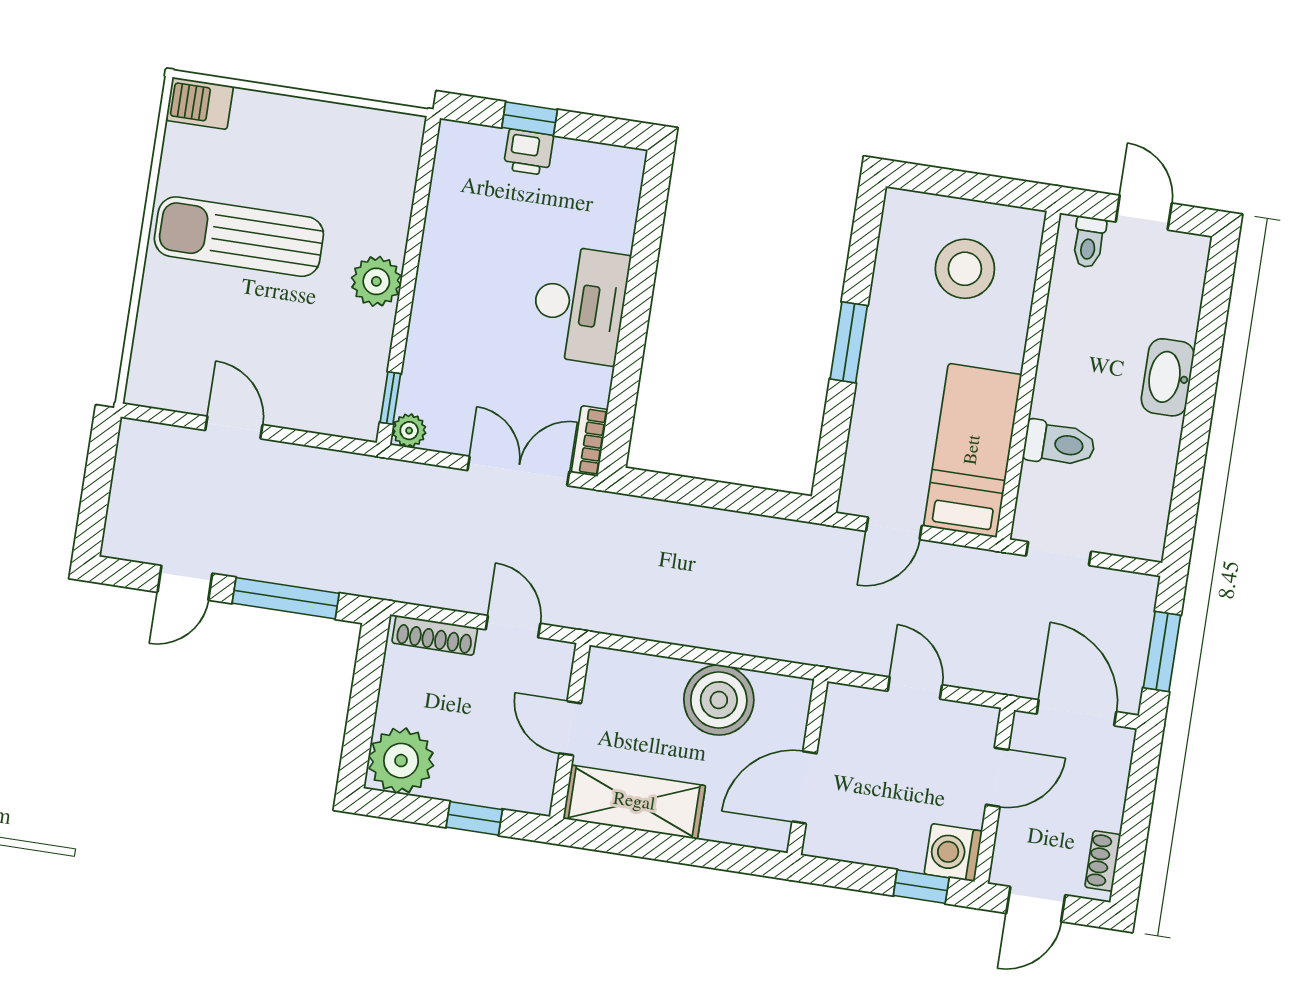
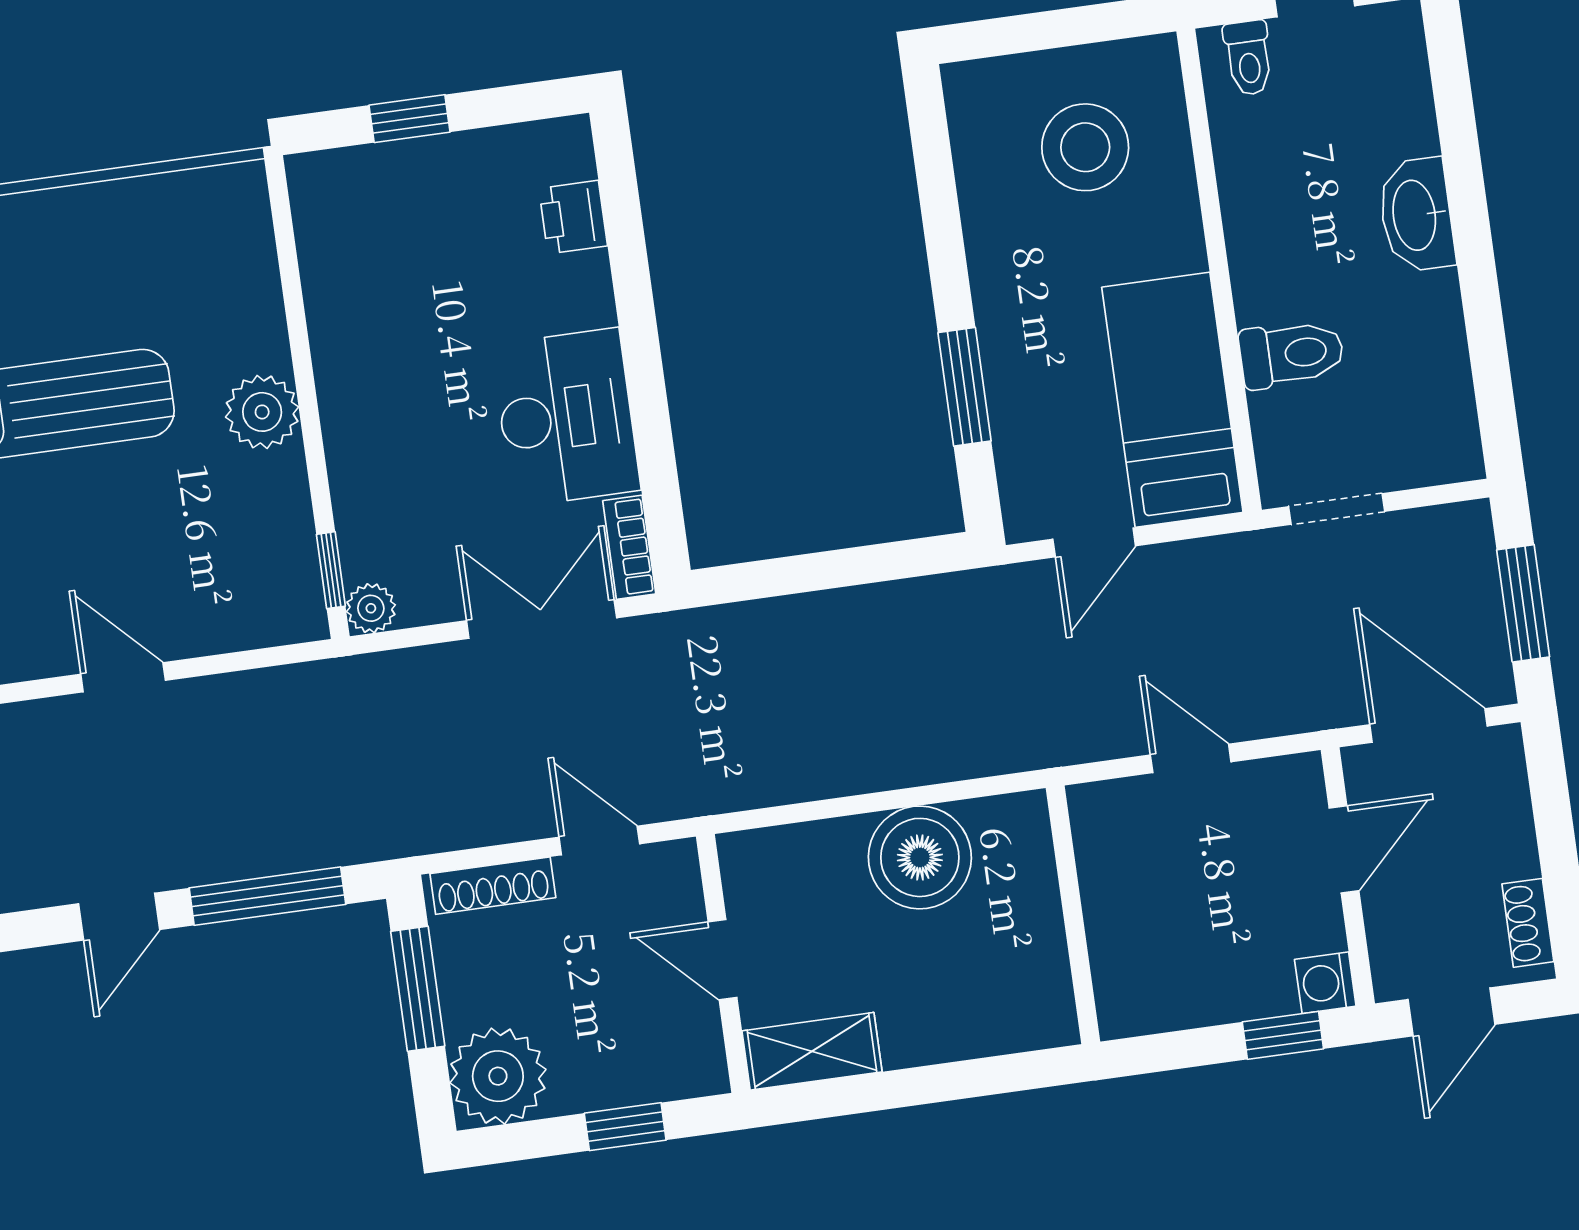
printer: (528, 152) -> (573, 217), moved, turned 90
desk: (580, 305) -> (566, 418), moved
window: (849, 342) -> (965, 387), moved
window: (366, 688) -> (418, 989), added
door: (804, 787) -> (1077, 945), removed
shelving: (634, 802) -> (812, 1051), width x0.67, depth x0.75
washing machine: (953, 853) -> (1325, 983), width x0.73, depth x0.73

